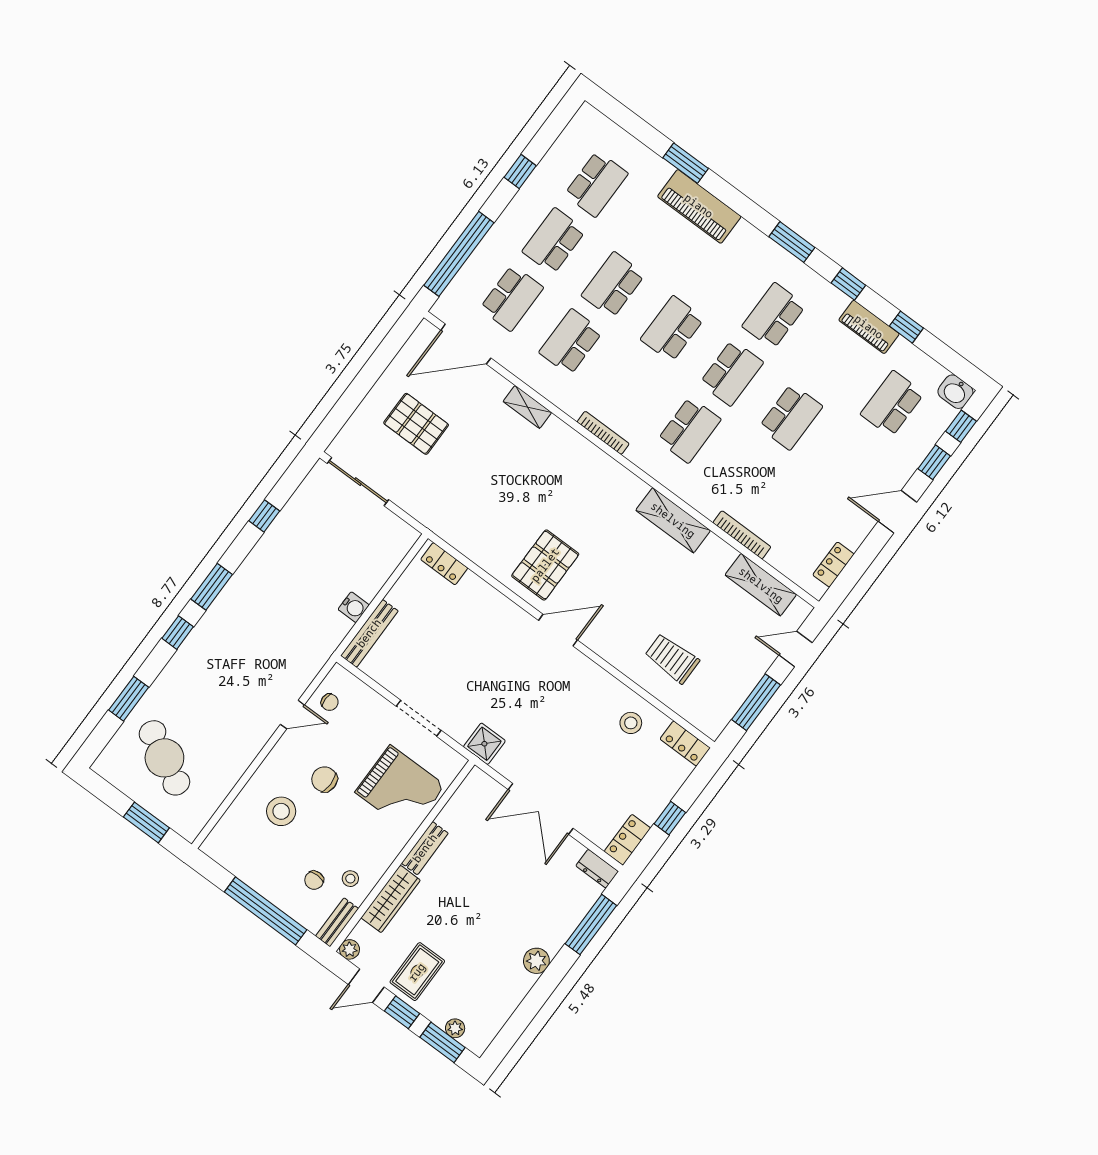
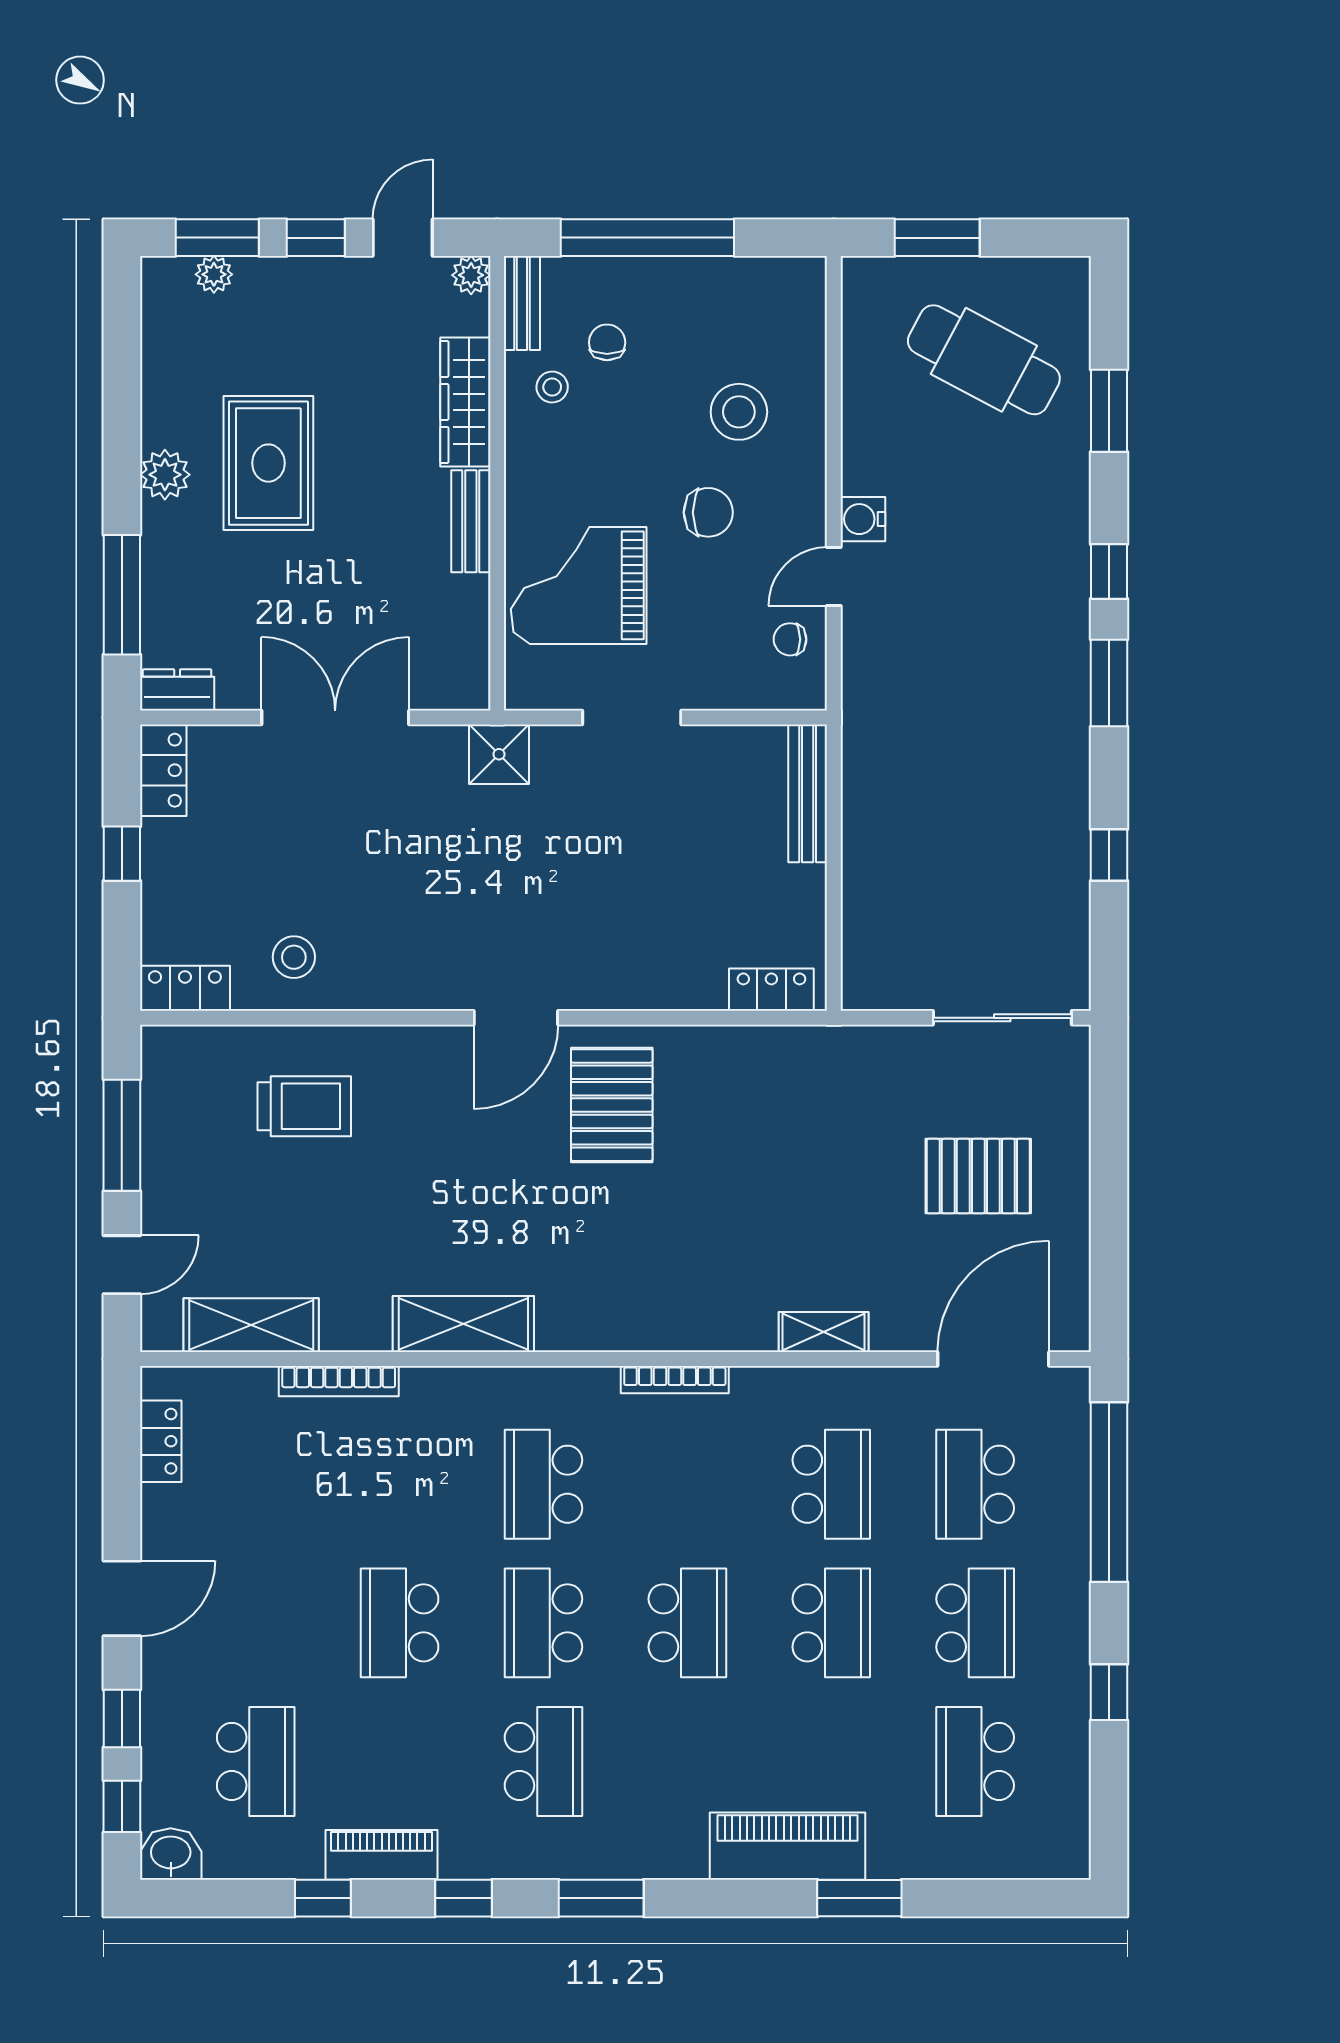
water cooler: (354, 607) -> (863, 519), moved
rug: (417, 972) -> (268, 463), moved, width x1.36, depth x1.43

